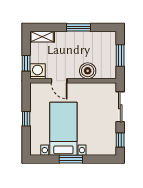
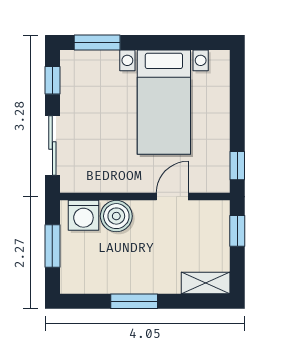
washing machine: (37, 71) -> (83, 215), moved
door: (59, 81) -> (172, 197), hinge flipped
window: (26, 119) -> (237, 166), moved
window: (71, 159) -> (97, 43), moved

